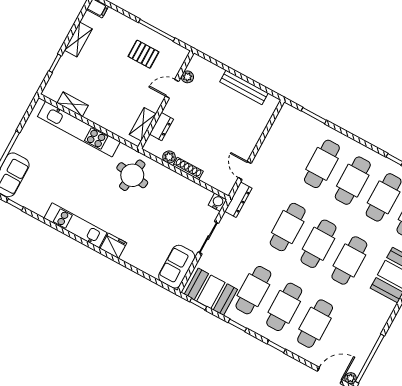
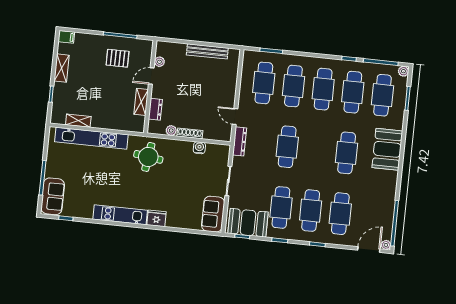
shelving: (143, 124) -> (141, 102), moved
water cooler: (218, 202) -> (199, 148), moved
cafe table: (319, 244) -> (264, 83), moved

